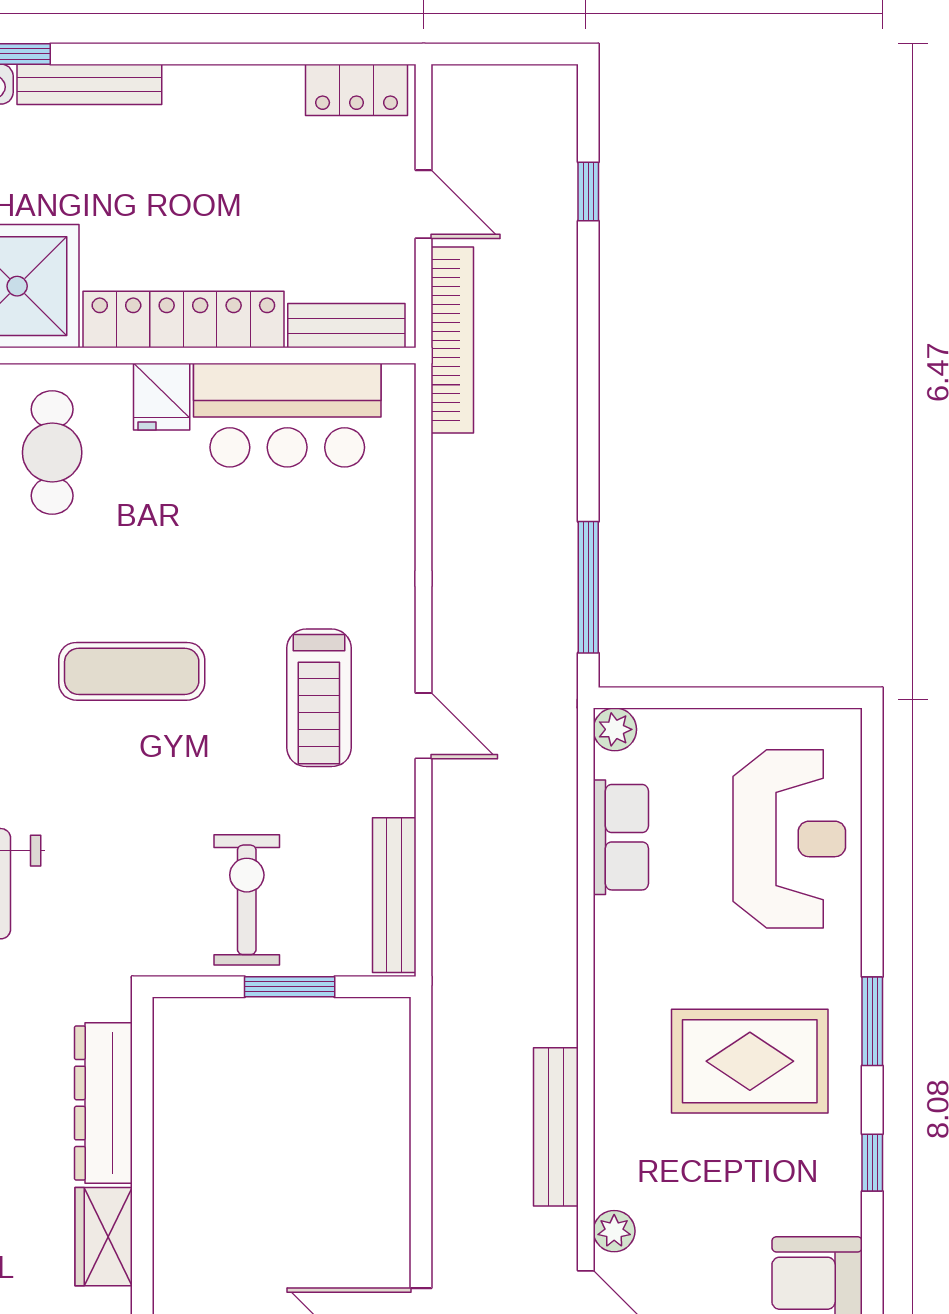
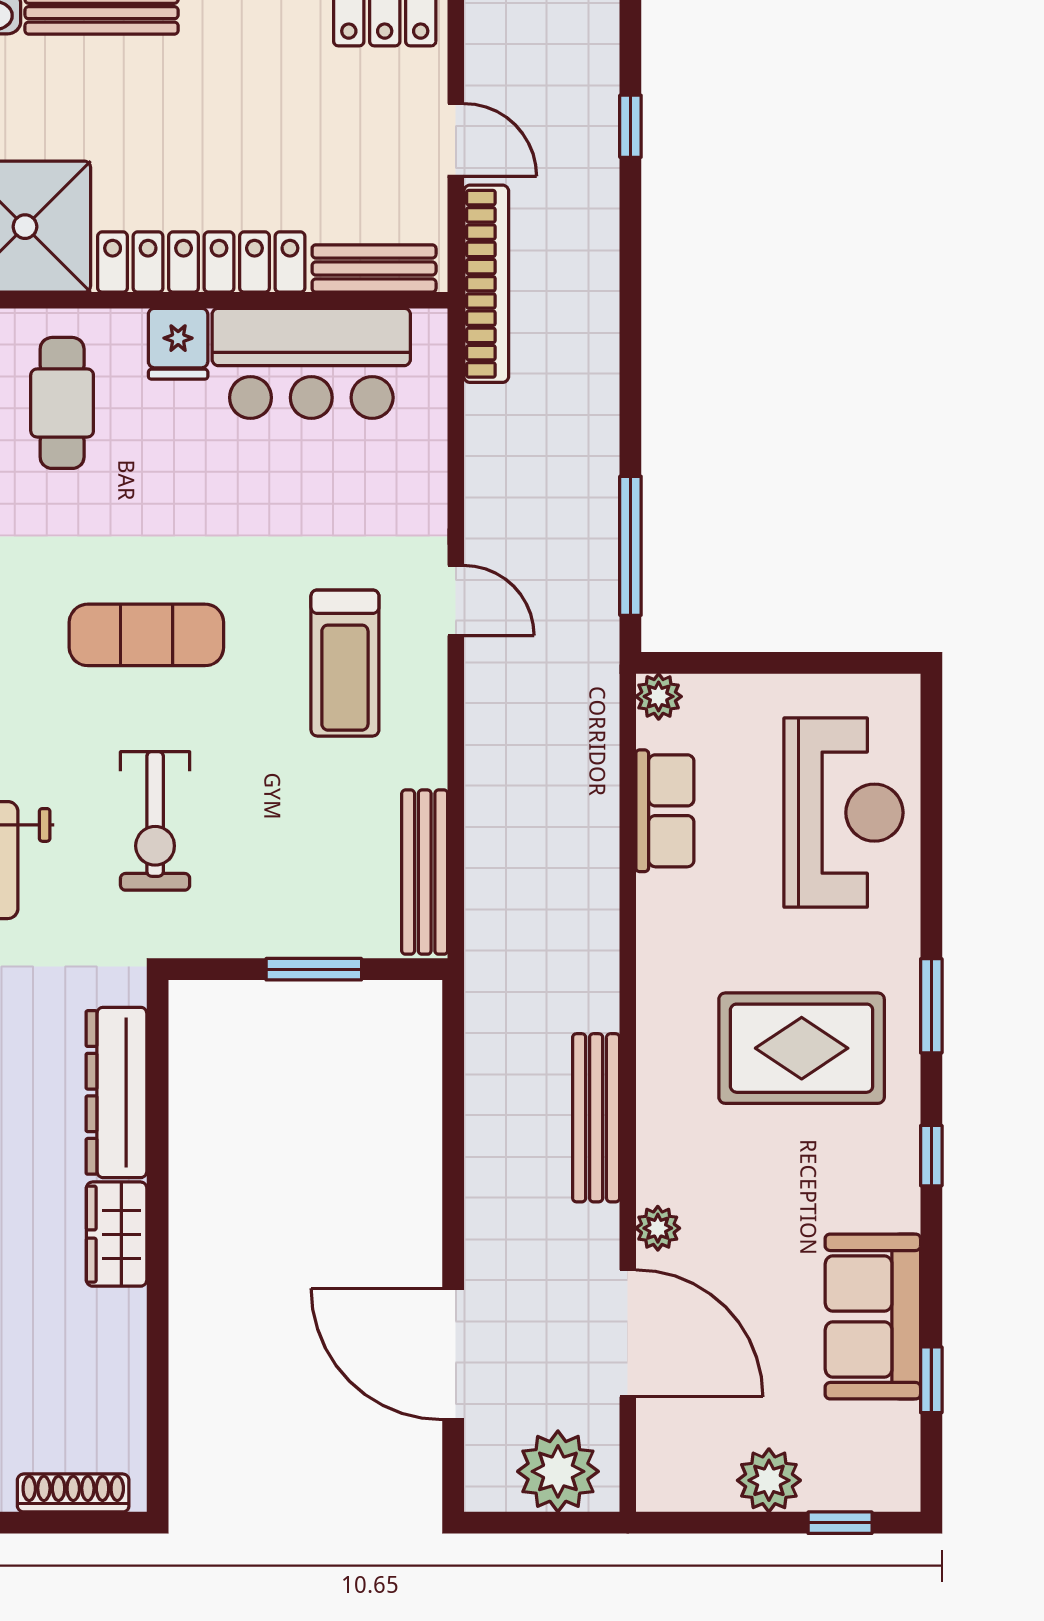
door: (424, 726) -> (456, 601), moved
exercise bike: (247, 900) -> (155, 821), moved, turned 180

